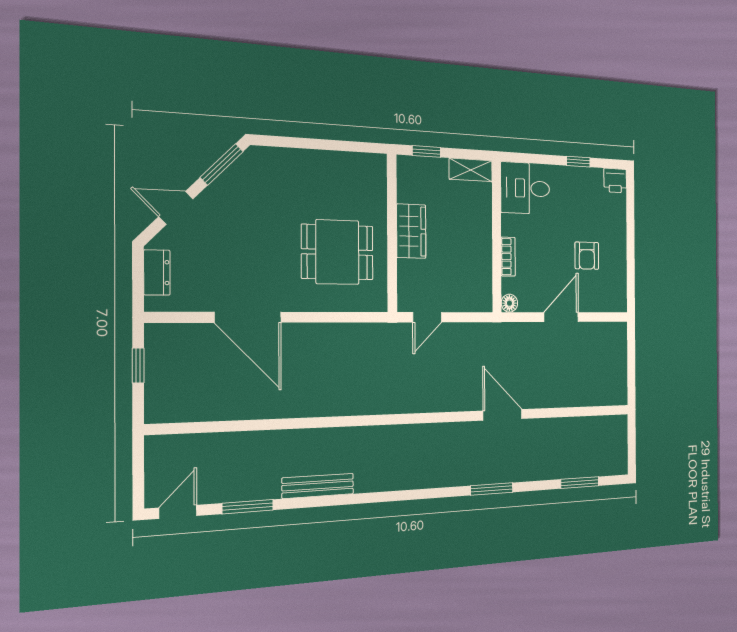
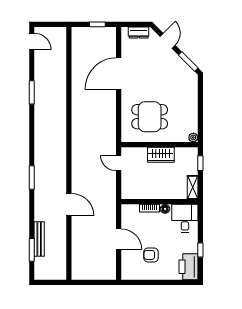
plant: (378, 163) -> (193, 137), added
printer: (615, 181) -> (189, 267), width x1.87, depth x1.48
dining table: (337, 252) -> (150, 117), turned 90
floor lamp: (509, 303) -> (165, 209), moved
door: (503, 415) -> (69, 205), hinge flipped
bench: (318, 486) -> (39, 239), moved
window: (492, 489) -> (32, 178), moved
window: (248, 507) -> (32, 92), moved

